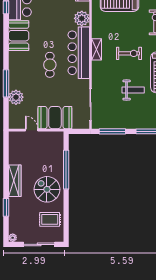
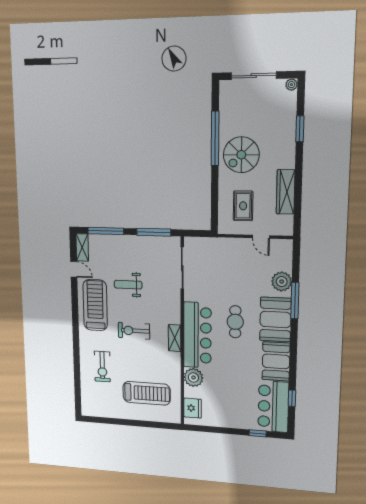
booth: (55, 118) -> (275, 319), moved, turned 90
window: (66, 170) -> (215, 139), moved
wardrobe: (15, 181) -> (286, 192), moved
spiral stairs: (47, 189) -> (241, 155), turned 90
rug: (50, 219) -> (243, 206), moved, turned 90

